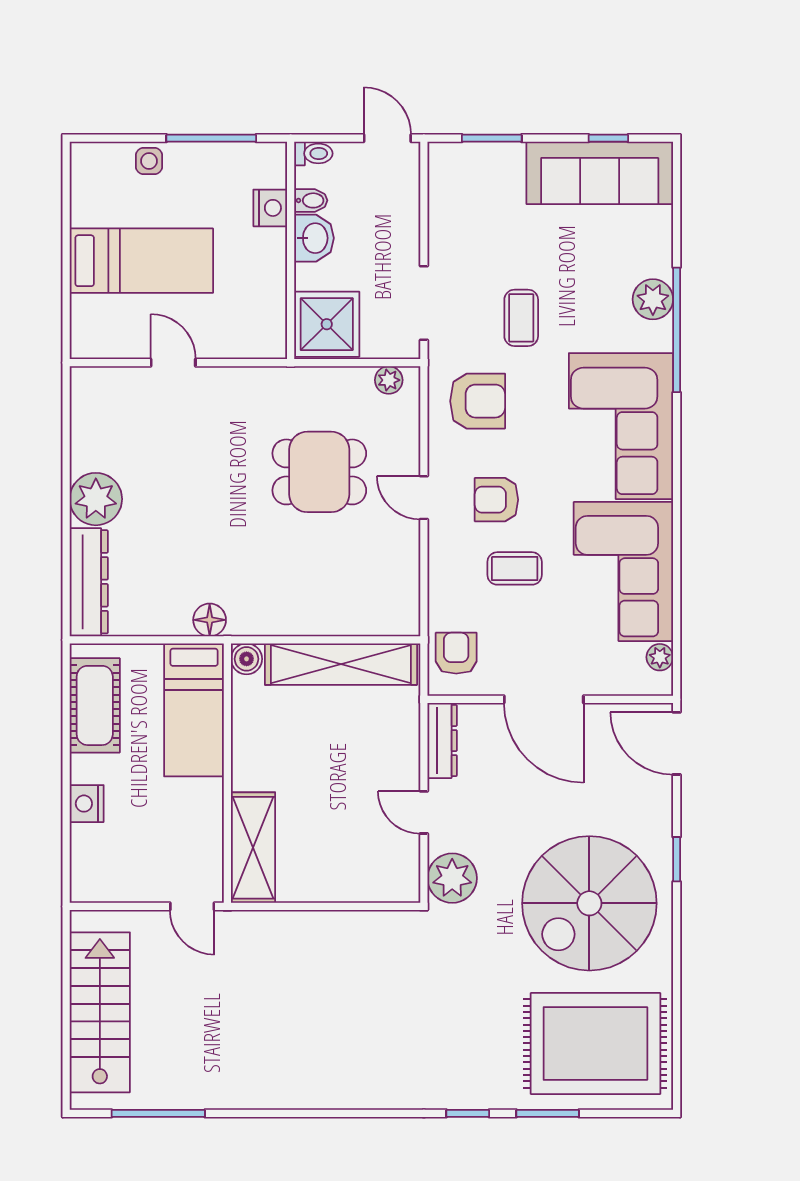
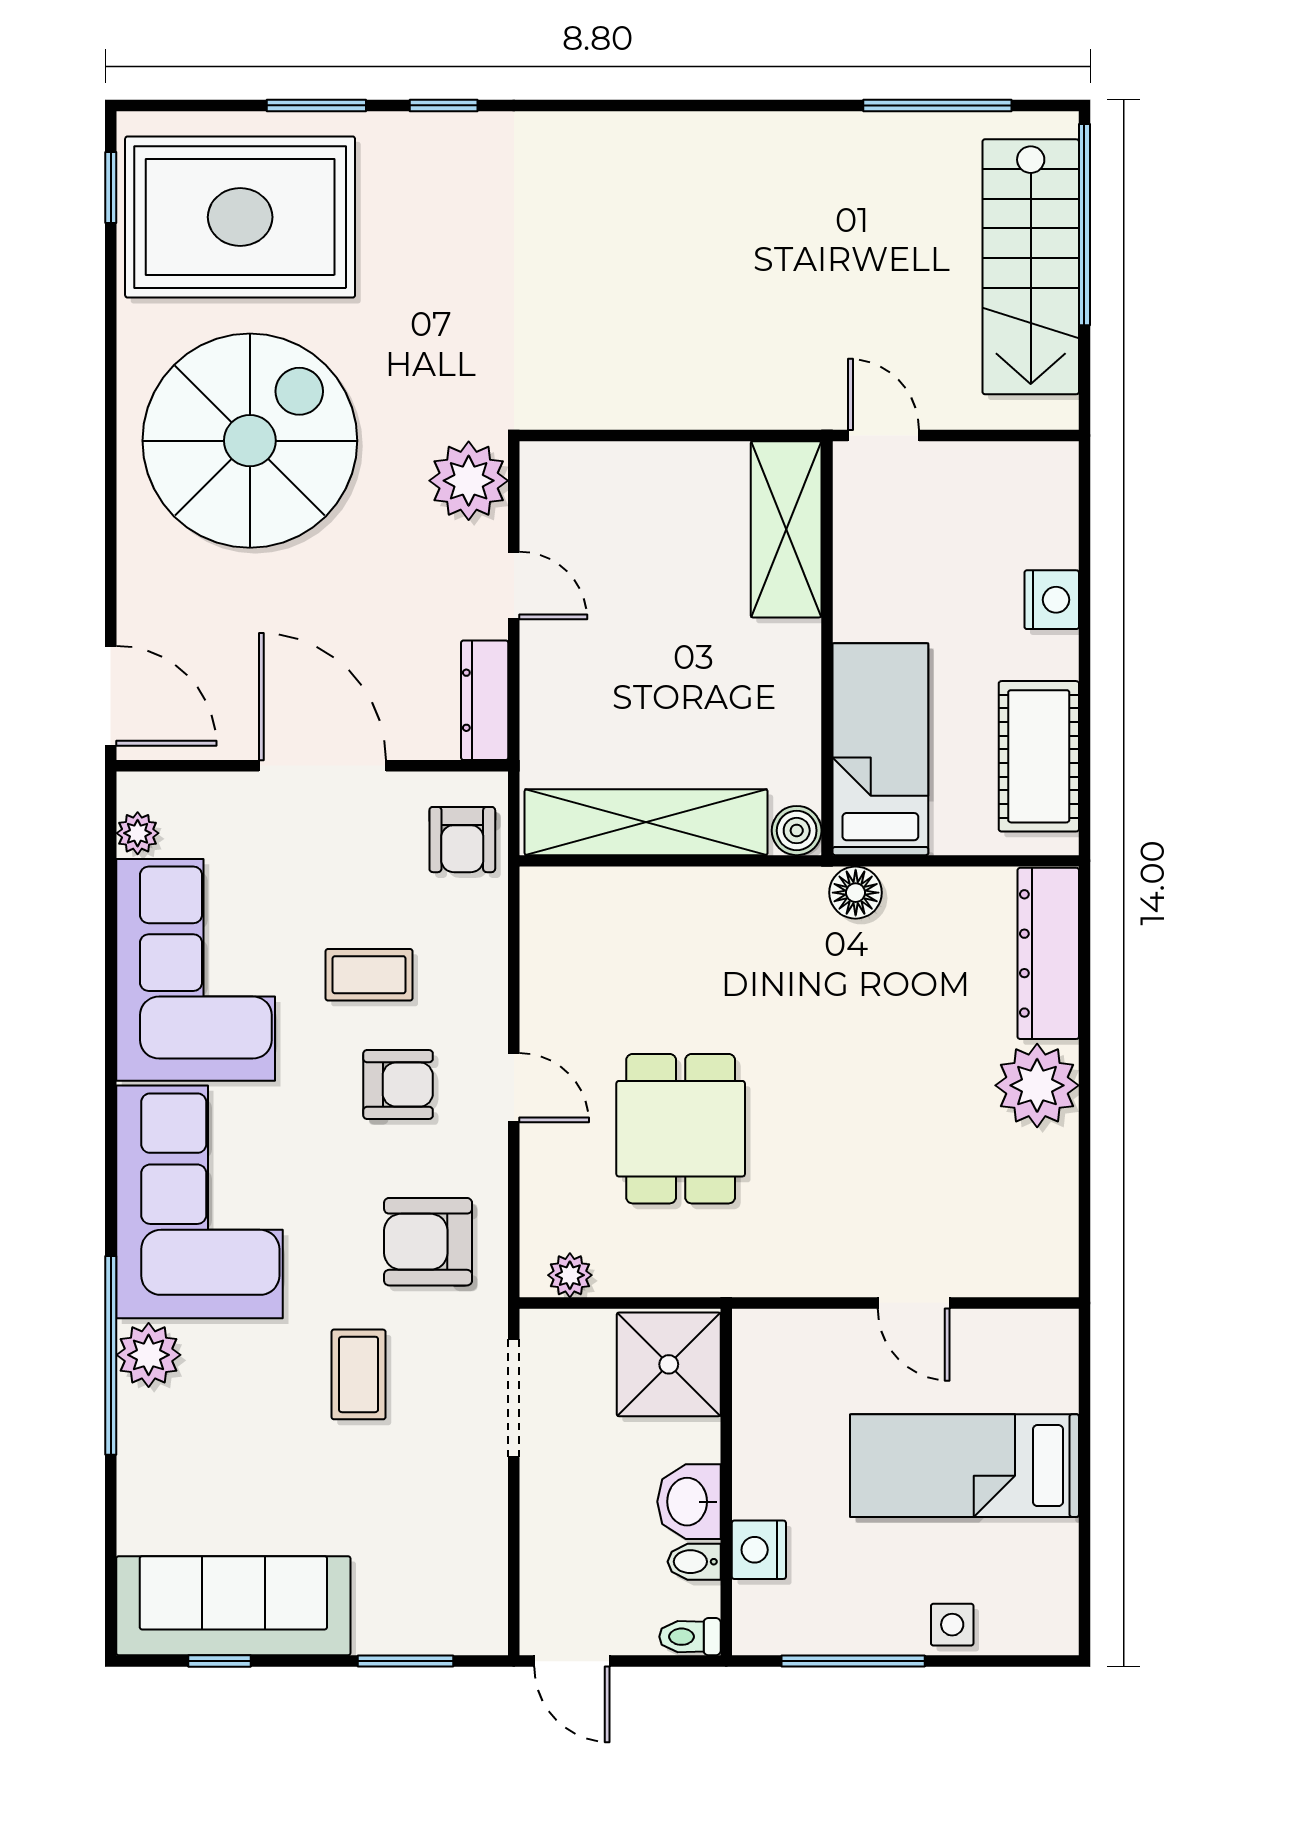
plant: (653, 299) -> (149, 1355), moved
dining table: (319, 472) -> (681, 1129), turned 90
window: (677, 859) -> (111, 188), moved
window: (66, 1039) -> (1084, 225), added

